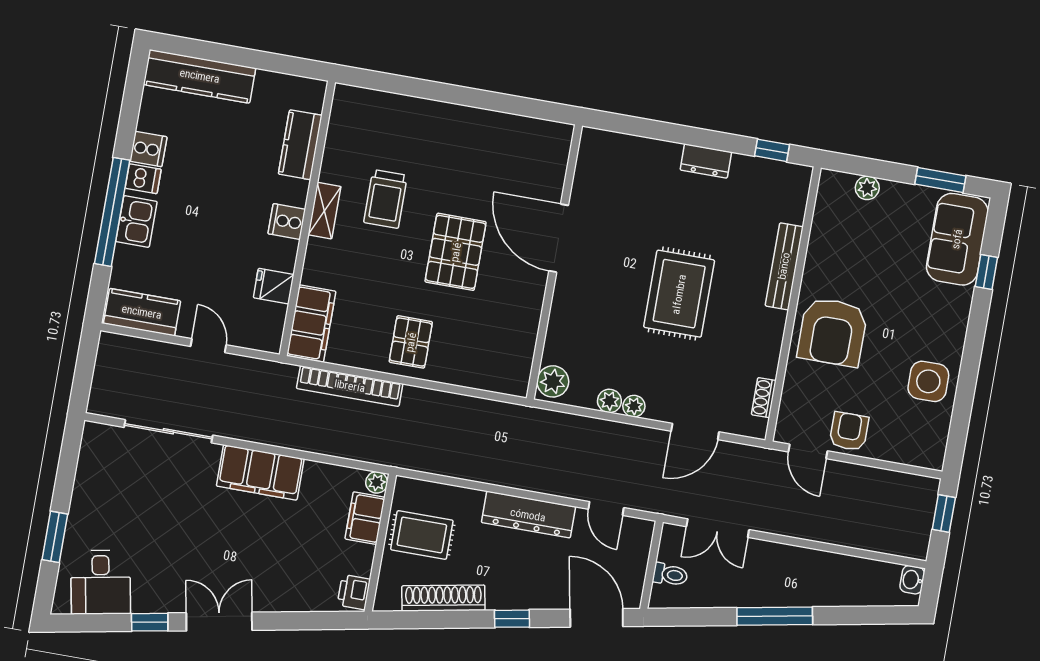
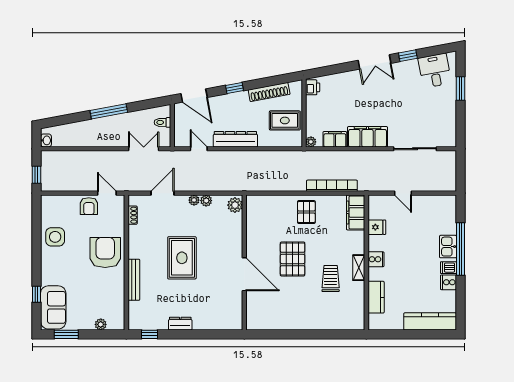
kitchen counter: (142, 312) -> (438, 204), removed
filing cabinet: (365, 518) -> (335, 139), moved, turned -90

